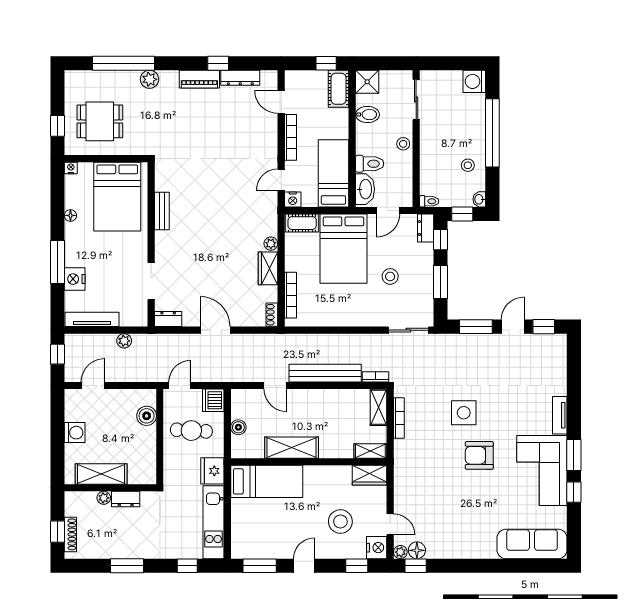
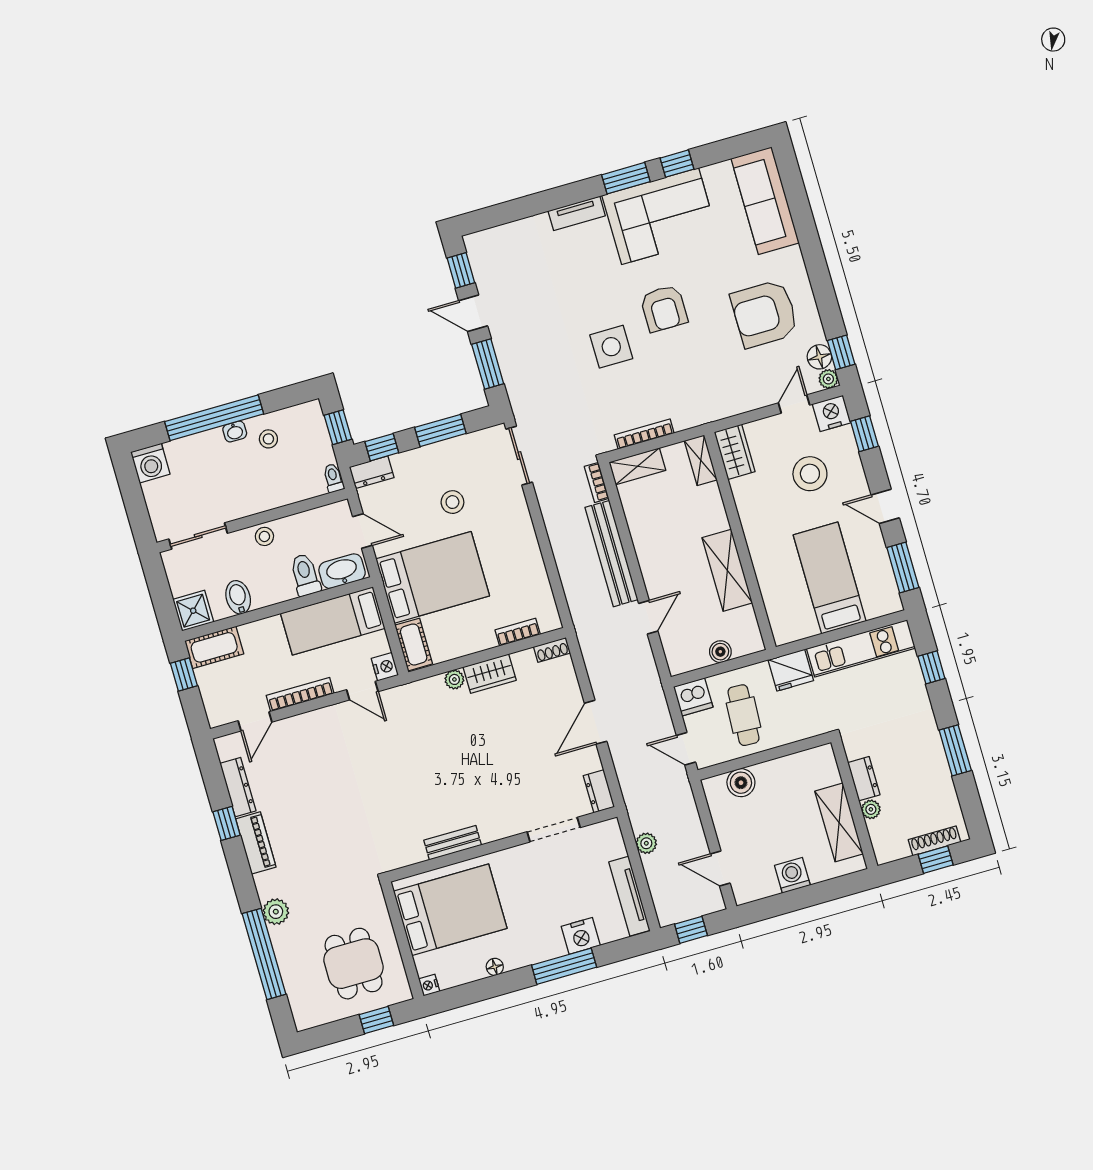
washbasin: (479, 199) -> (235, 432), moved
bookcase: (290, 295) -> (518, 632), width x0.64
bed: (267, 481) -> (830, 578), moved
armchair: (456, 522) -> (764, 314), added

